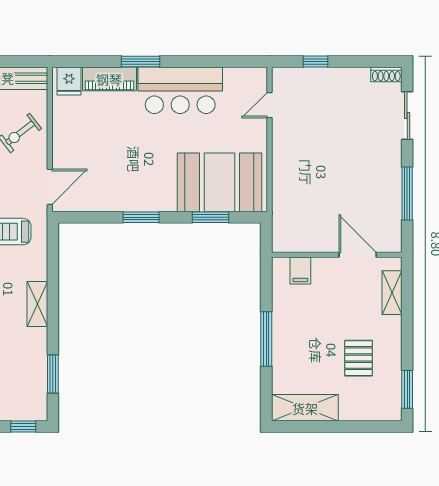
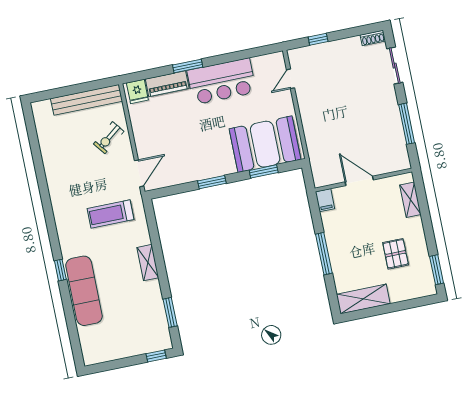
door: (358, 255) -> (359, 181), moved
filing cabinet: (300, 270) -> (325, 200), moved

